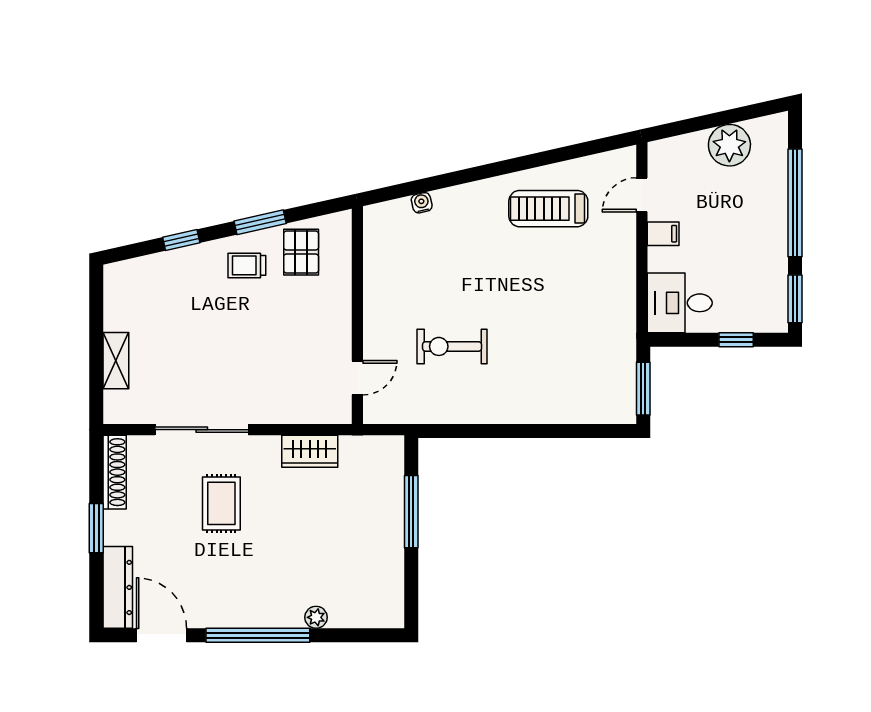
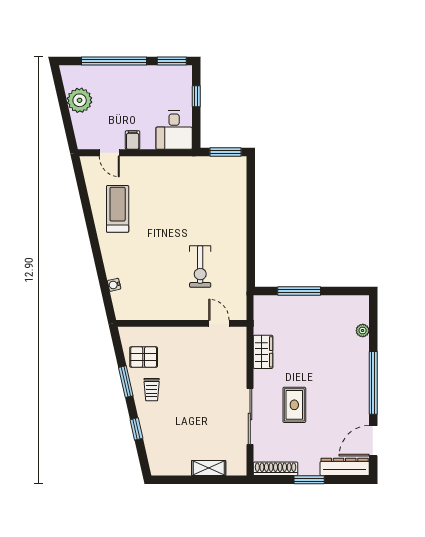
treadmill: (548, 209) -> (118, 209), turned 180
rug: (221, 503) -> (294, 405), turned 90
plant: (316, 617) -> (363, 331), moved

